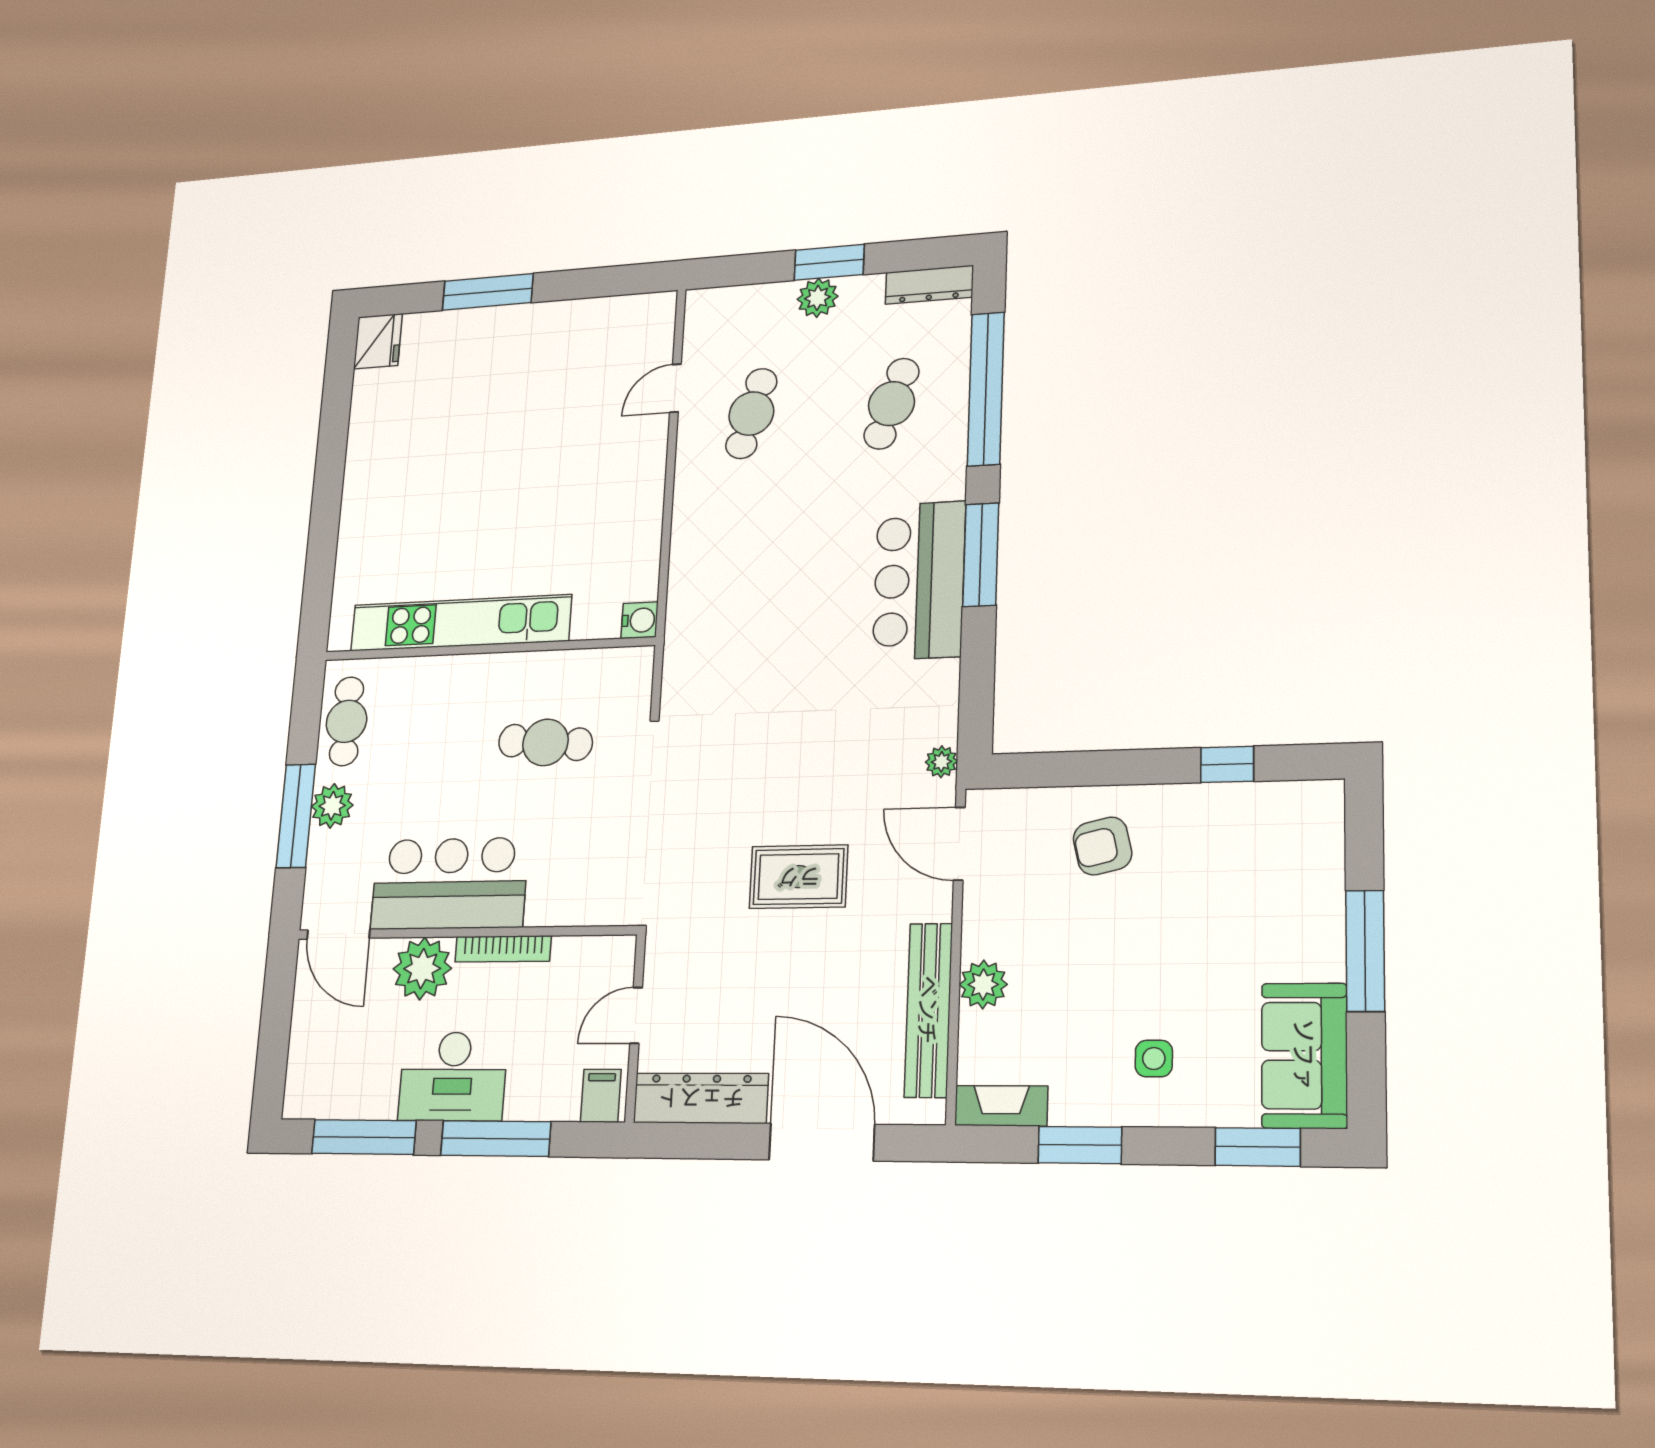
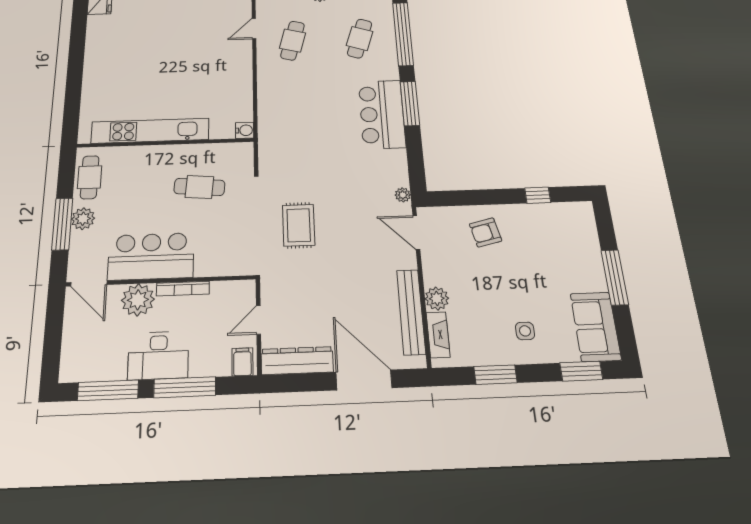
rug: (799, 877) -> (299, 225), moved, turned 90
fireplace: (1001, 1106) -> (438, 335), moved, turned 90

